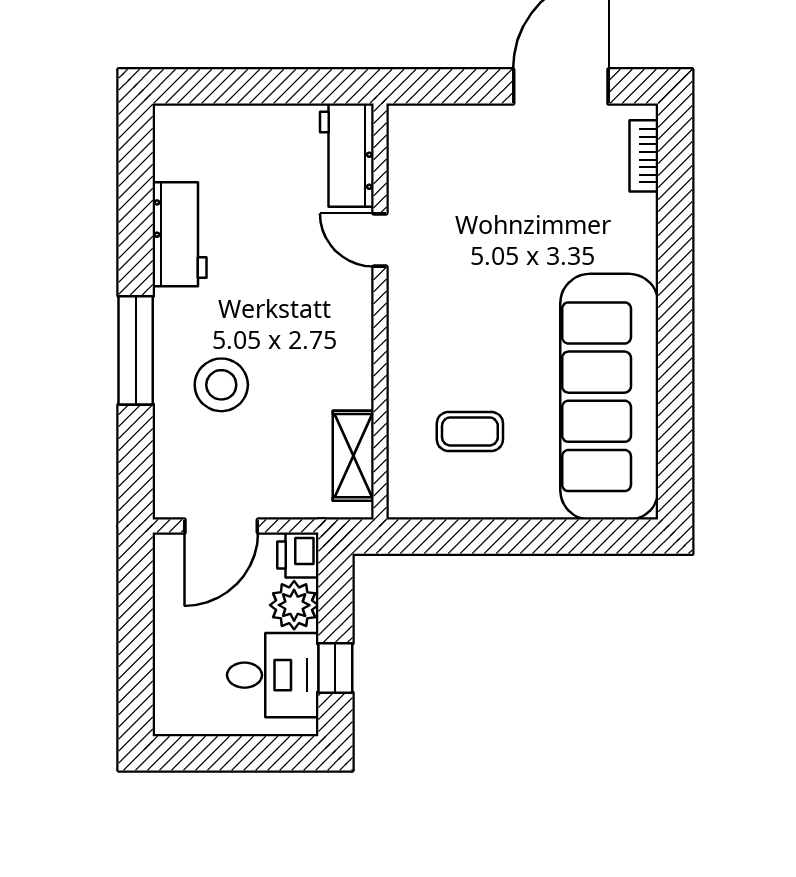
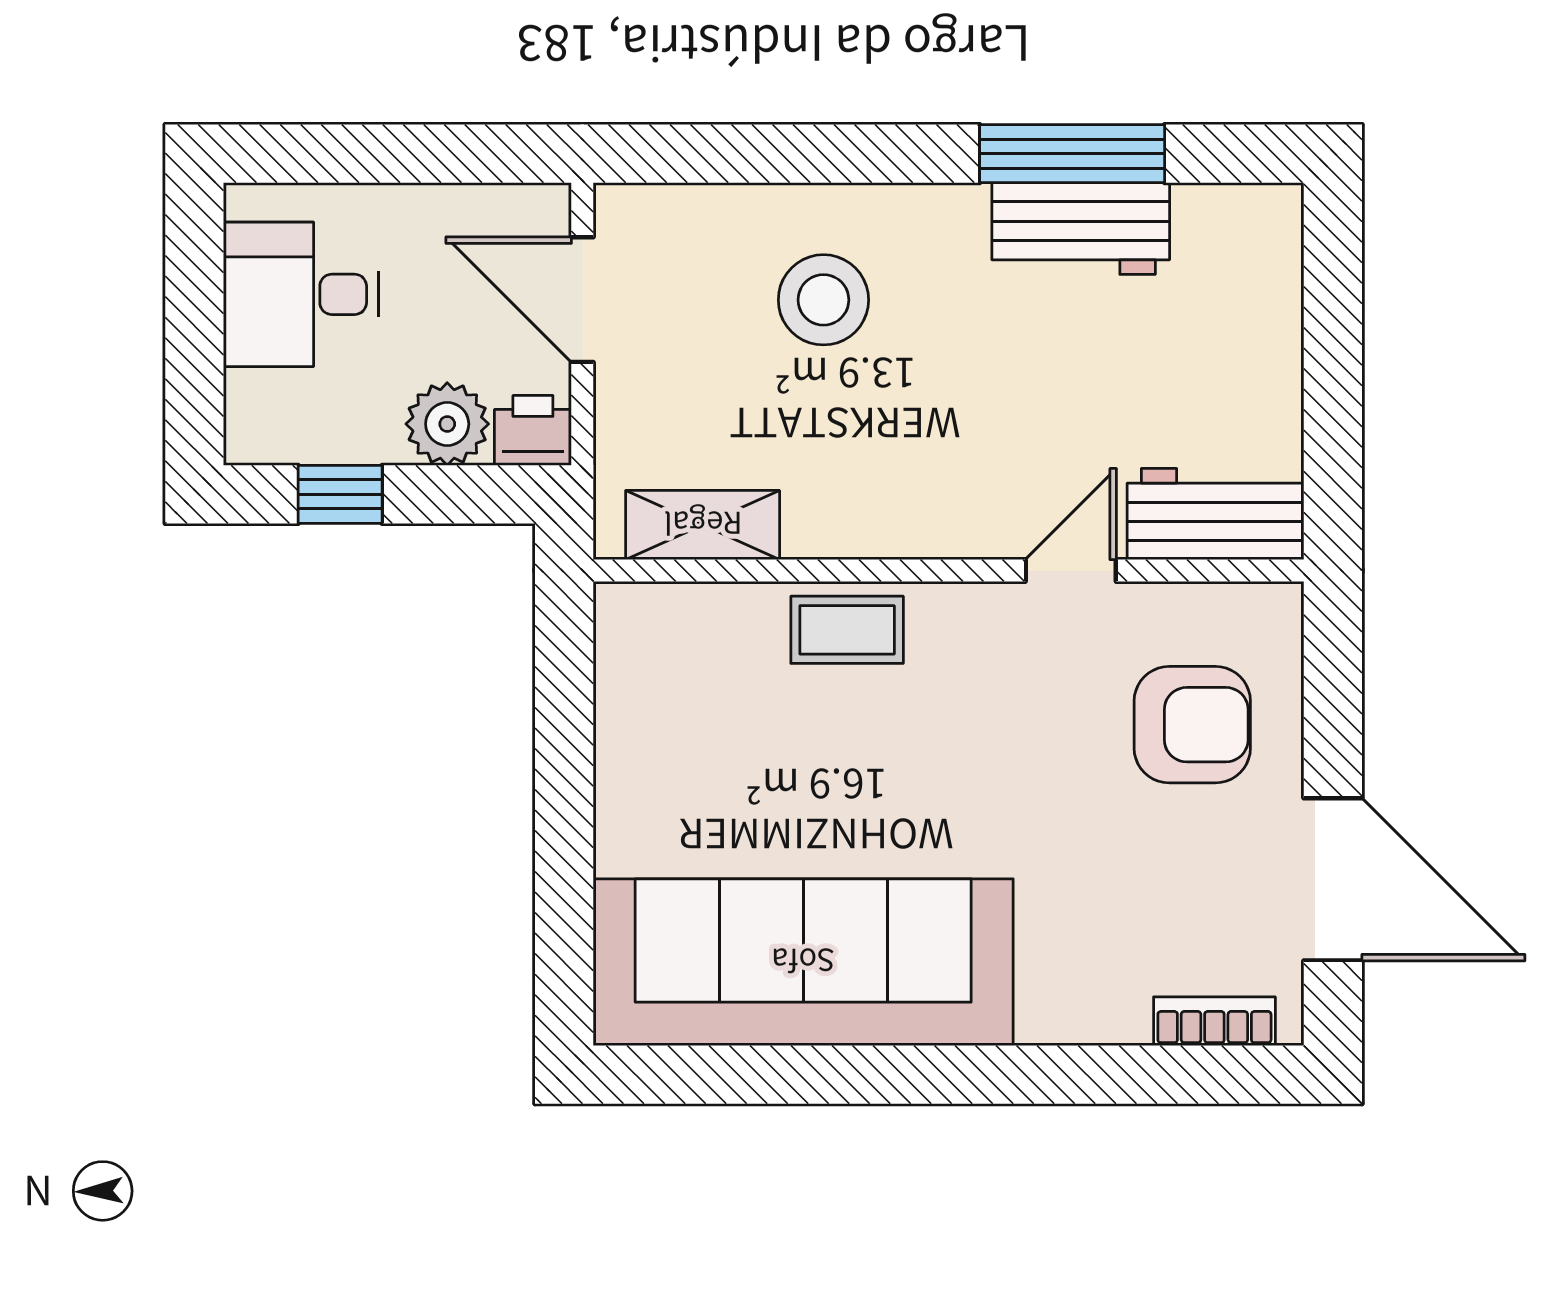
armchair: (470, 169) -> (1192, 725), added
window: (136, 350) -> (1072, 154), moved
coffee table: (470, 431) -> (847, 630), moved, turned 90
desk: (273, 675) -> (301, 294), moved, turned 90

